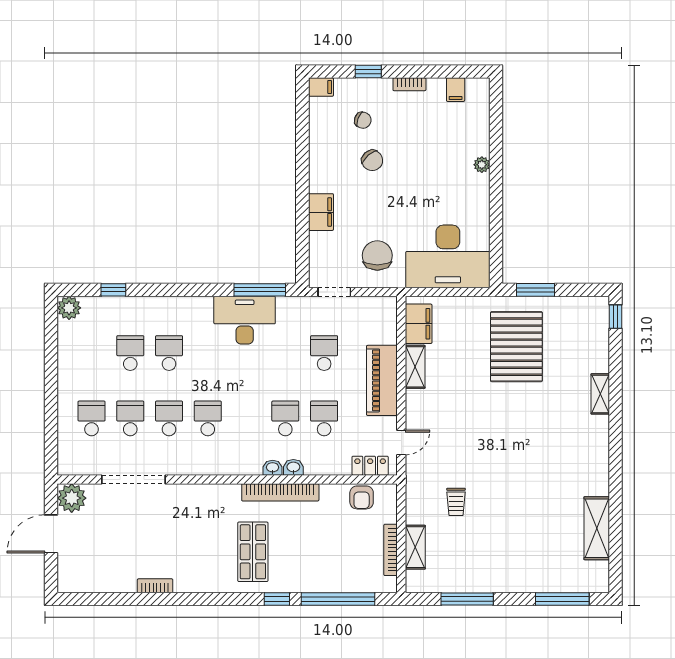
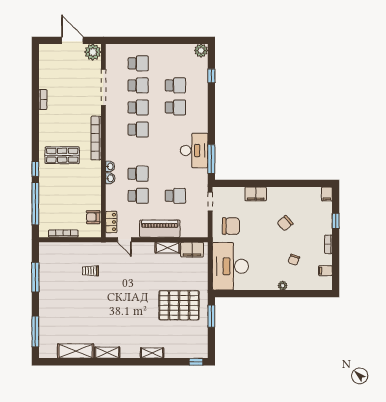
chair: (363, 120) -> (294, 260), moved
bookcase: (280, 492) -> (96, 138), moved
shelving: (415, 547) -> (107, 353), moved

